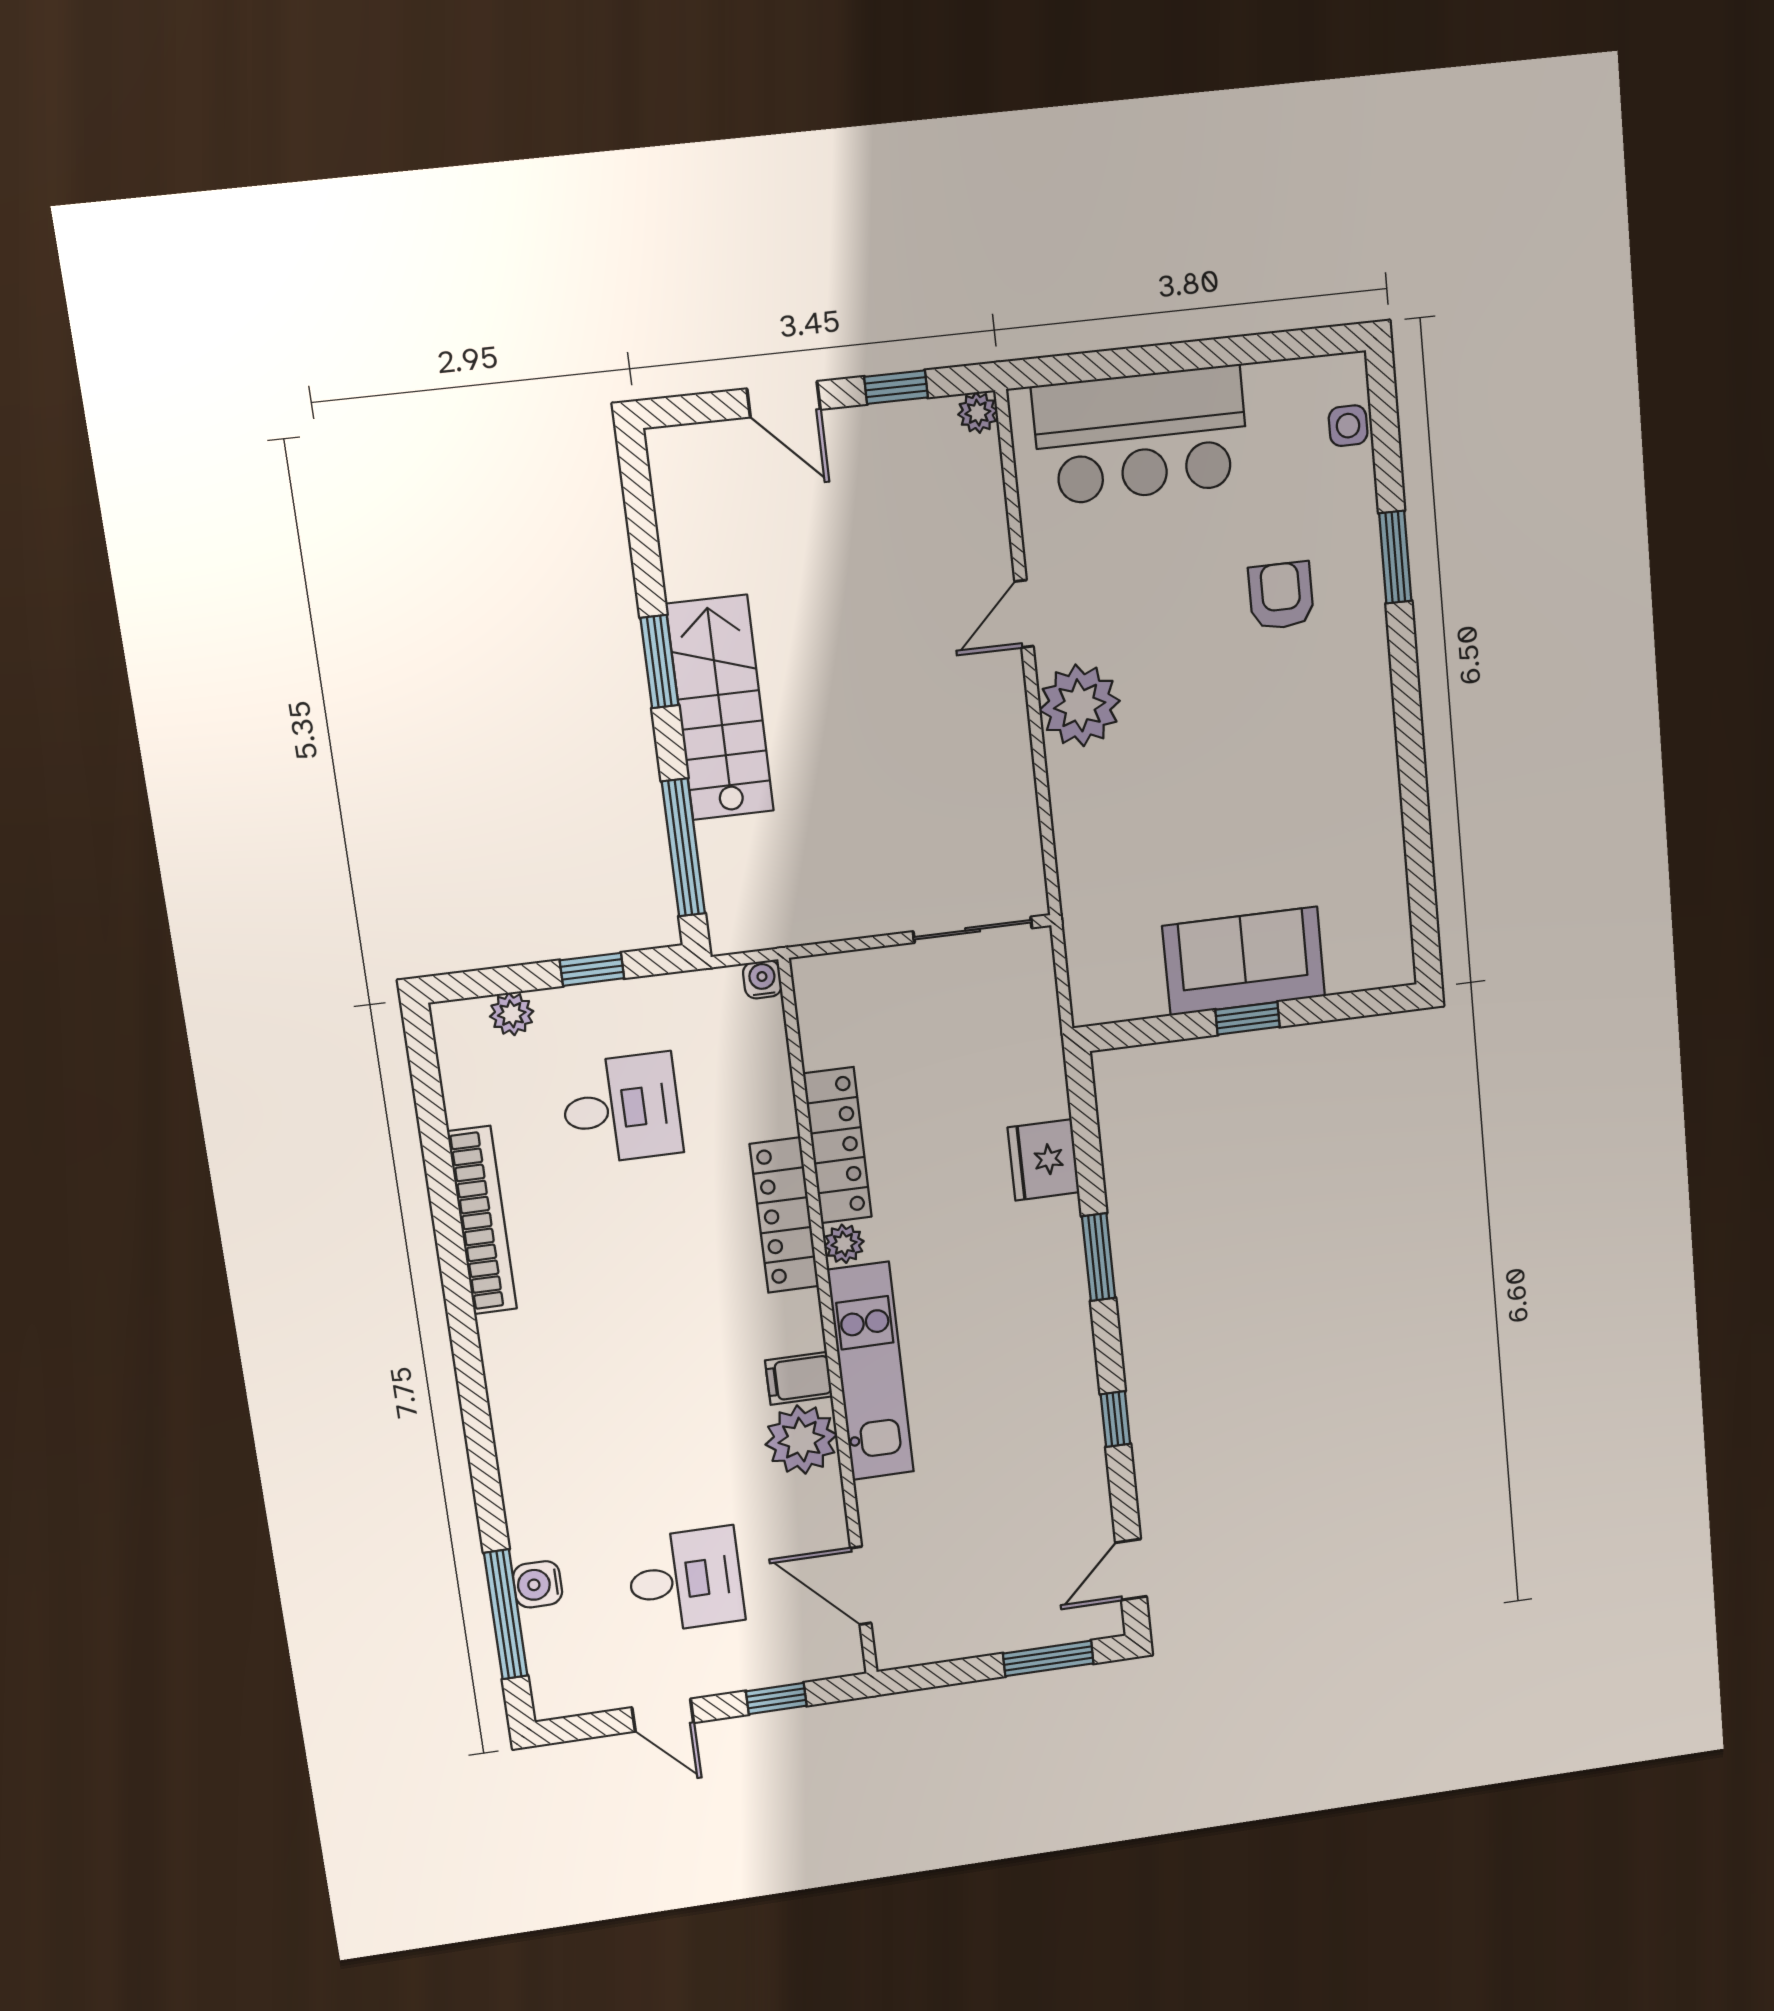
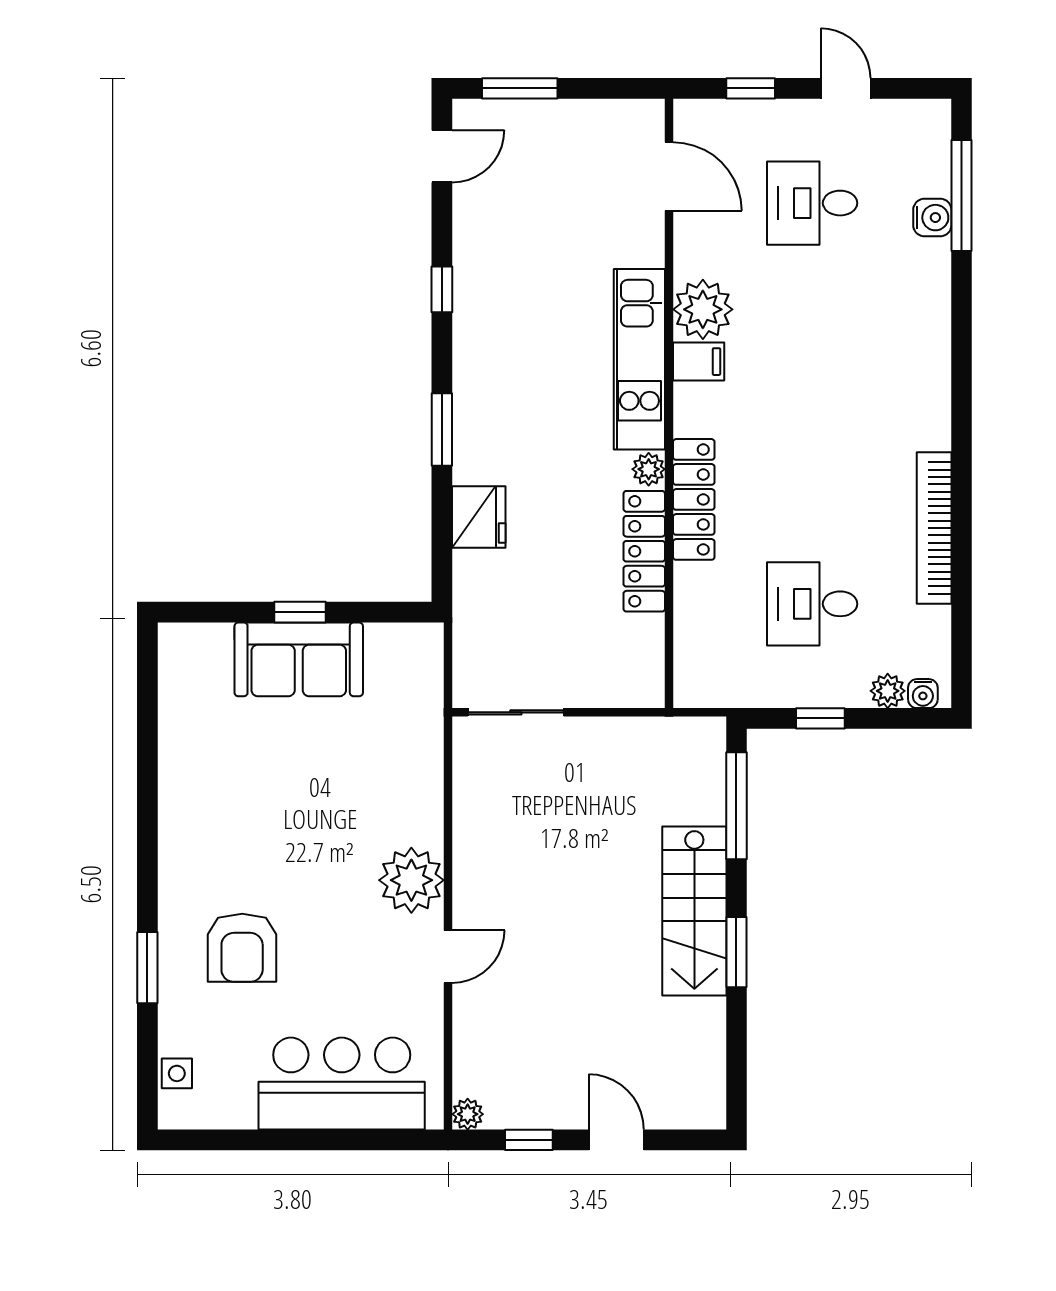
armchair: (1281, 596) -> (242, 948), width x1.38, depth x1.38
water cooler: (762, 979) -> (923, 694), moved

